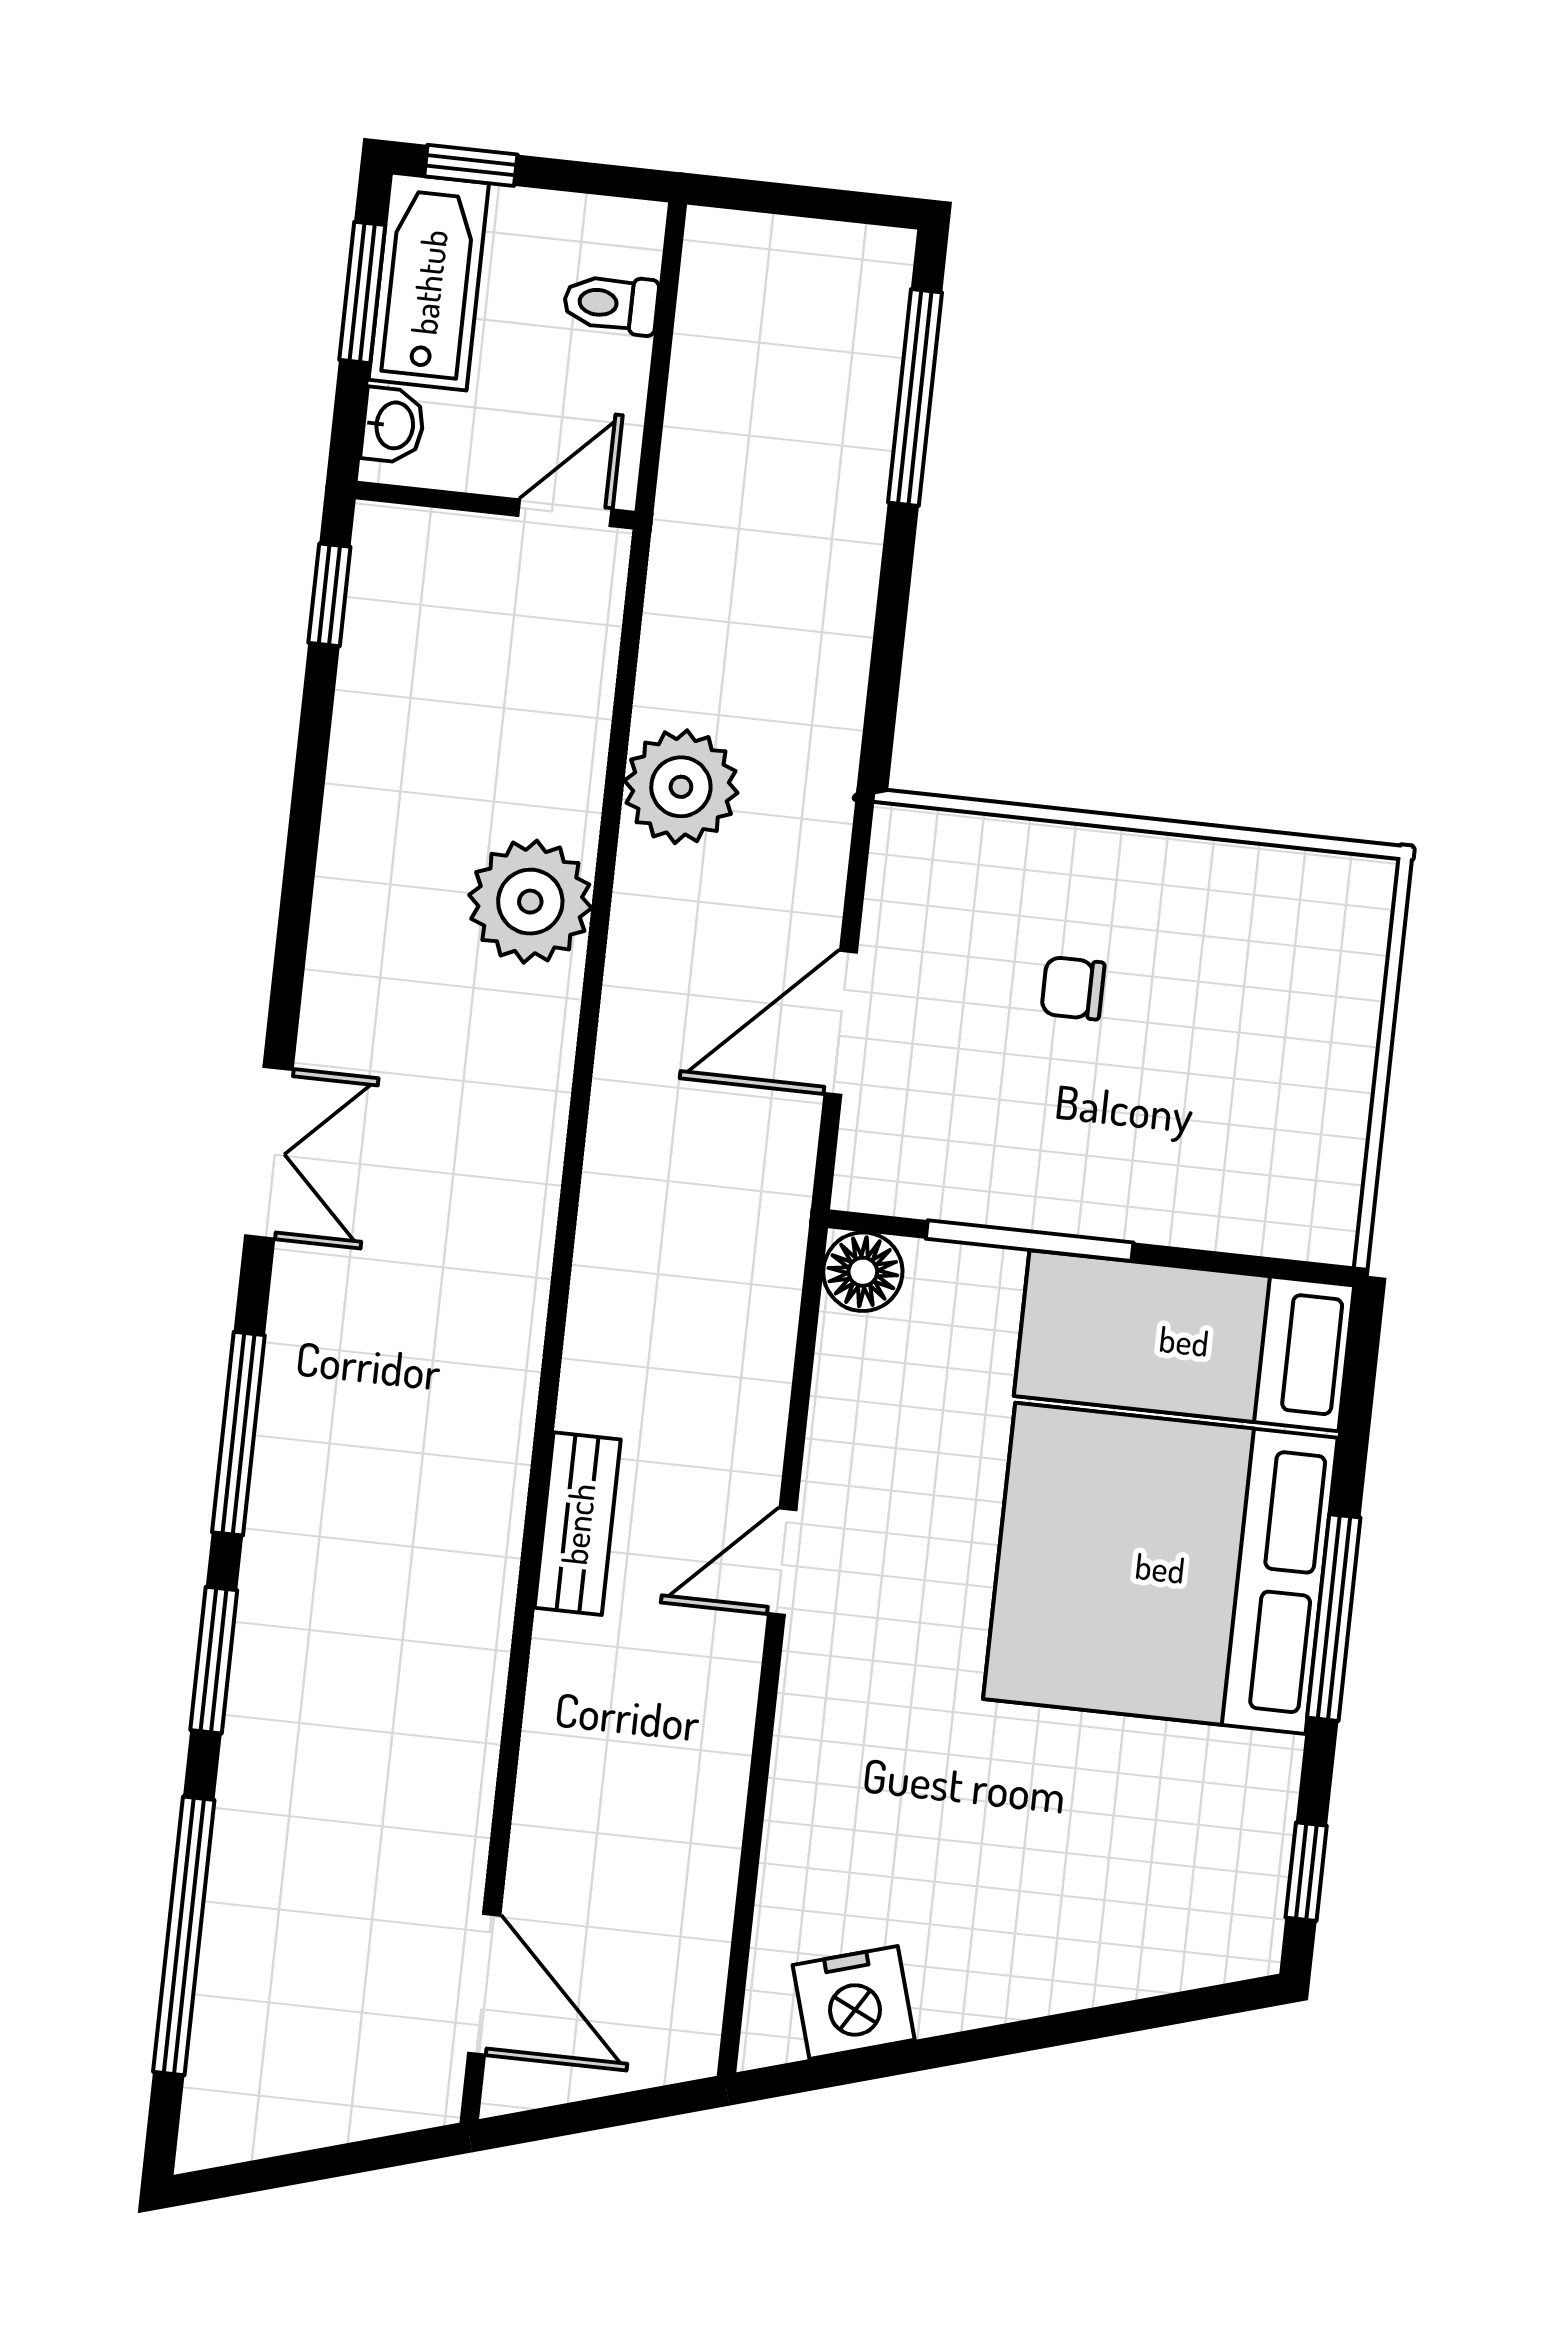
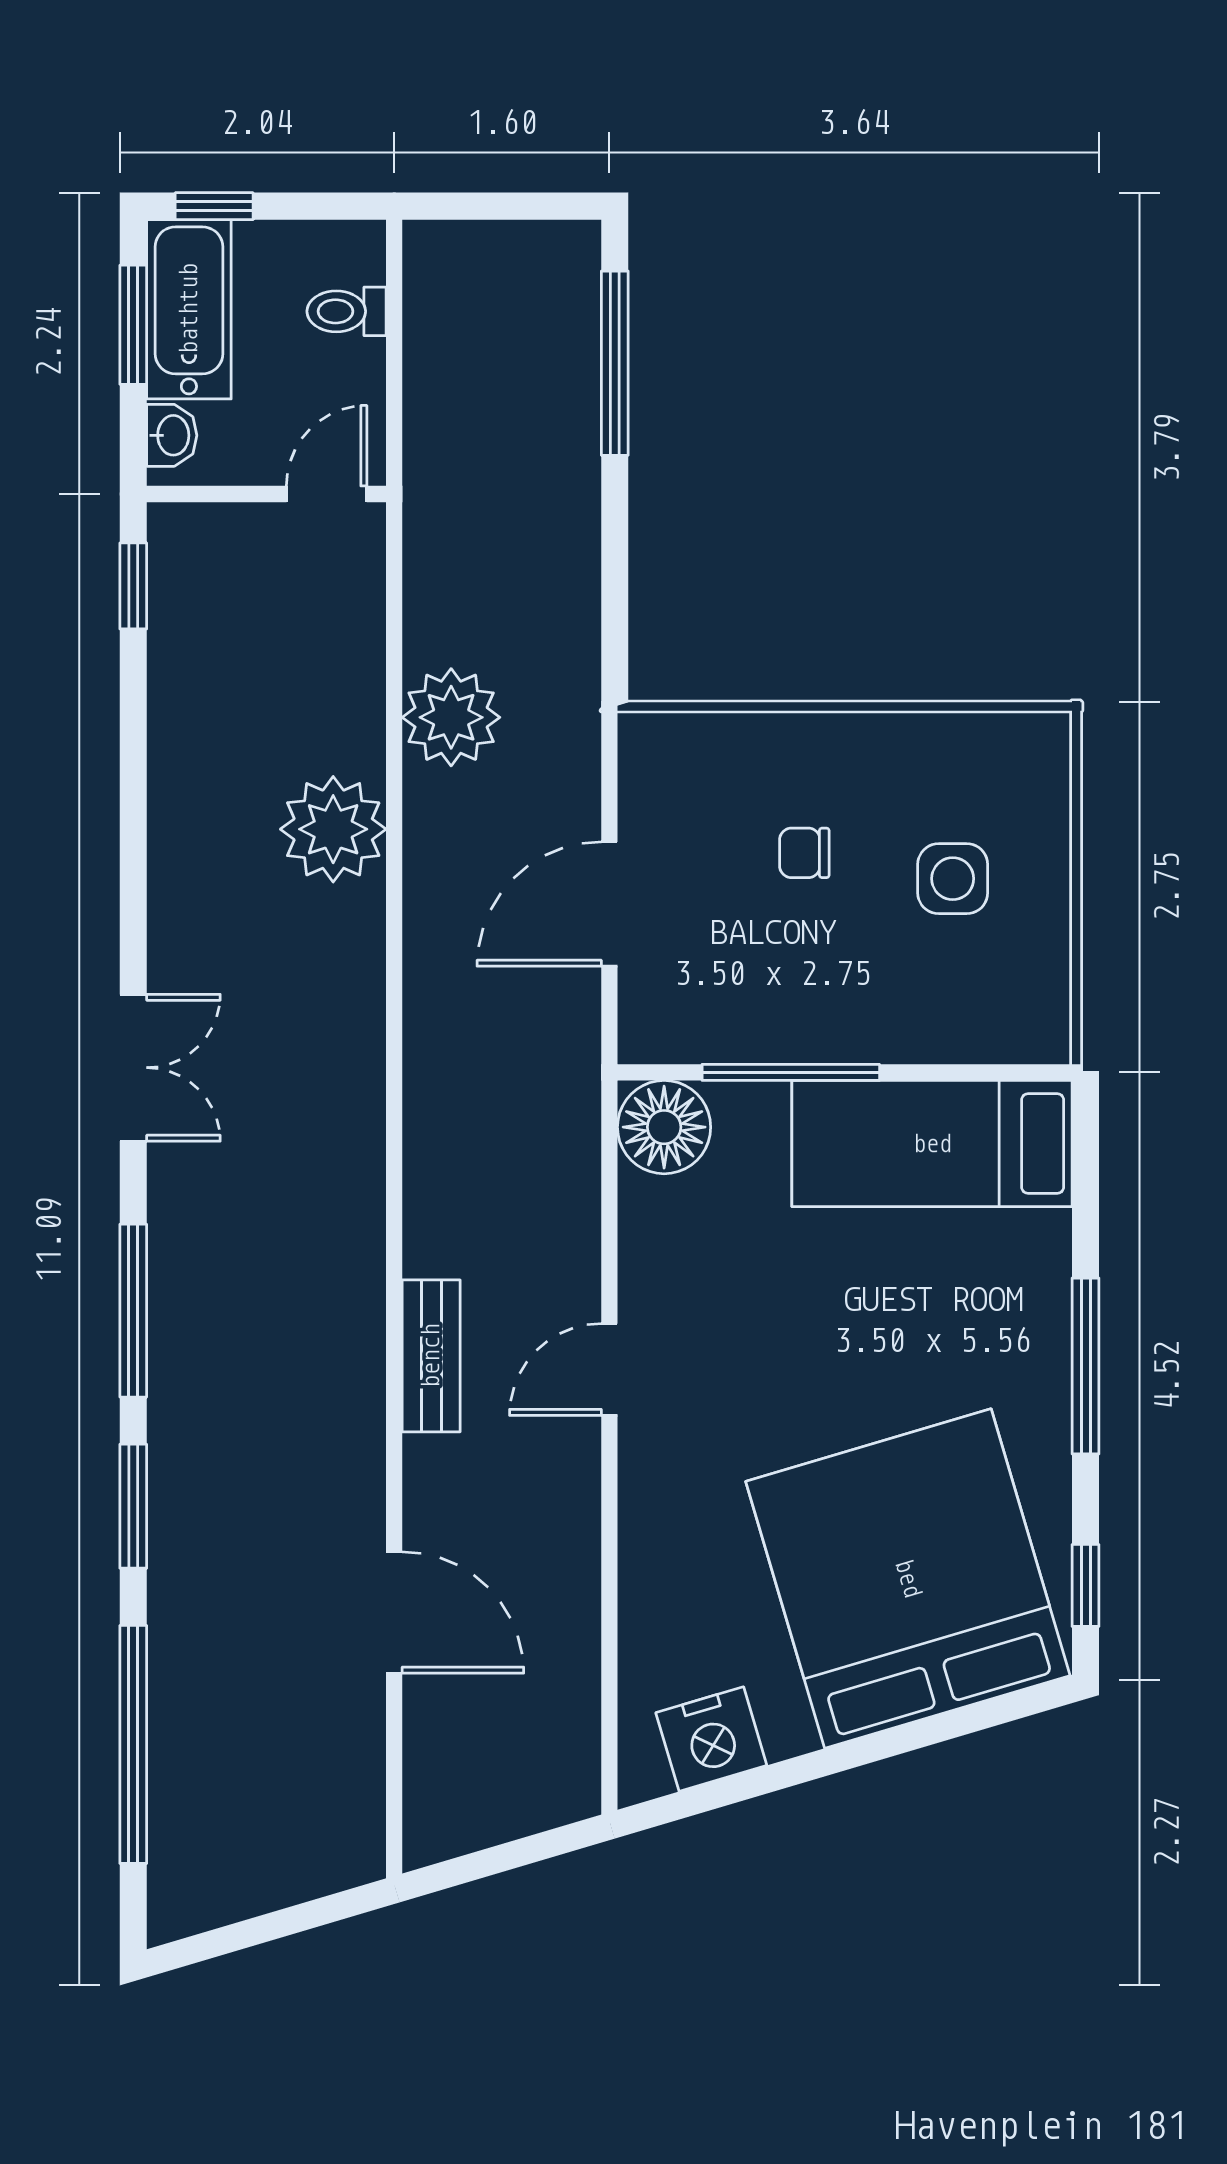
side table: (1241, 1037) -> (953, 879), added
floor lamp: (863, 1272) -> (664, 1127), width x1.38, depth x1.38
bed: (1160, 1568) -> (908, 1578), moved, turned 73
door: (484, 1984) -> (394, 1612), moved

